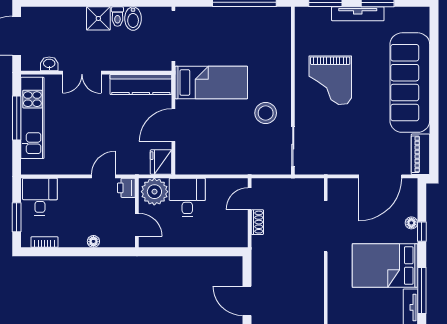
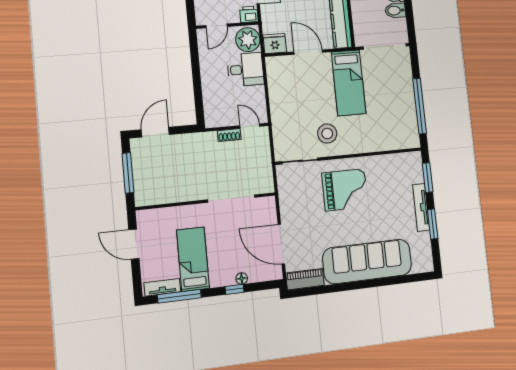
grand piano: (330, 80) -> (345, 190), moved, turned 180
bed: (385, 265) -> (193, 259), width x0.67

